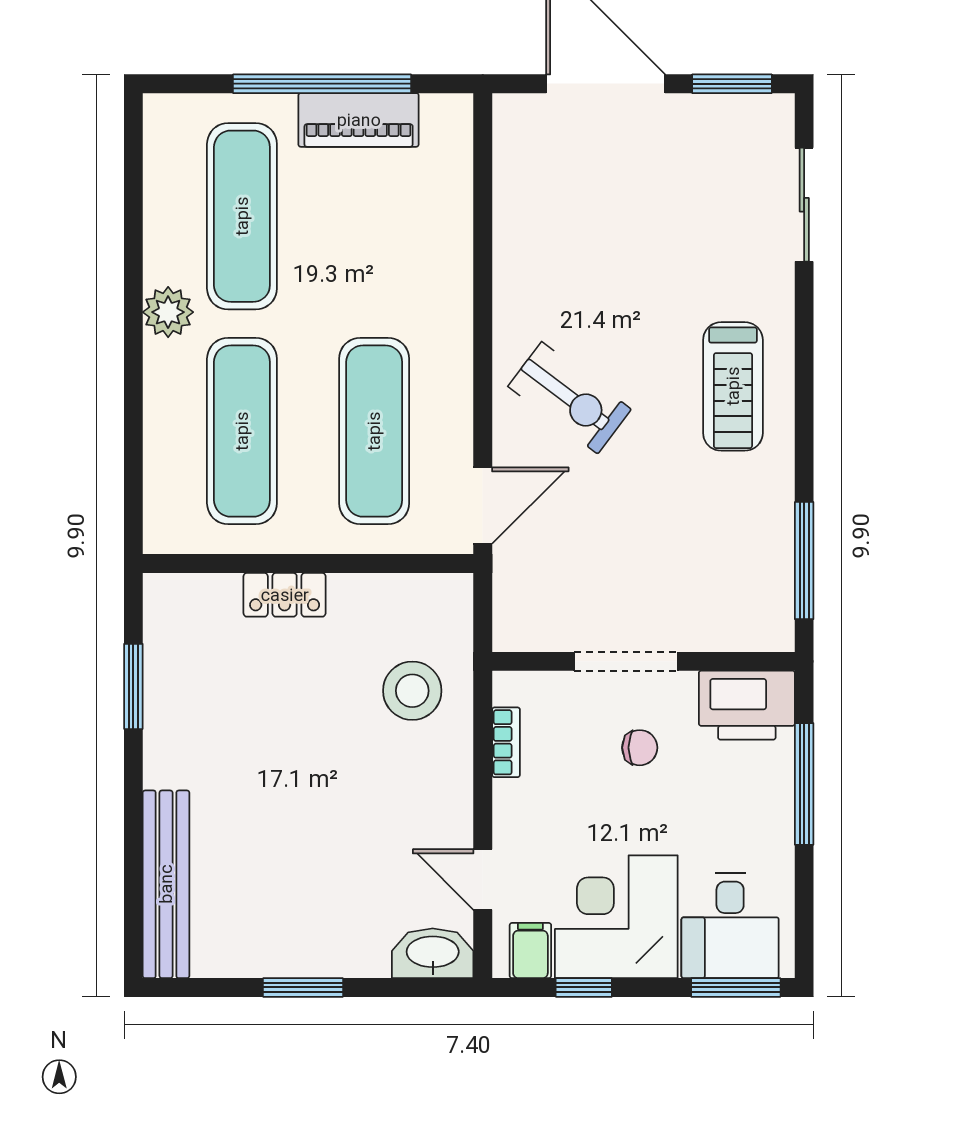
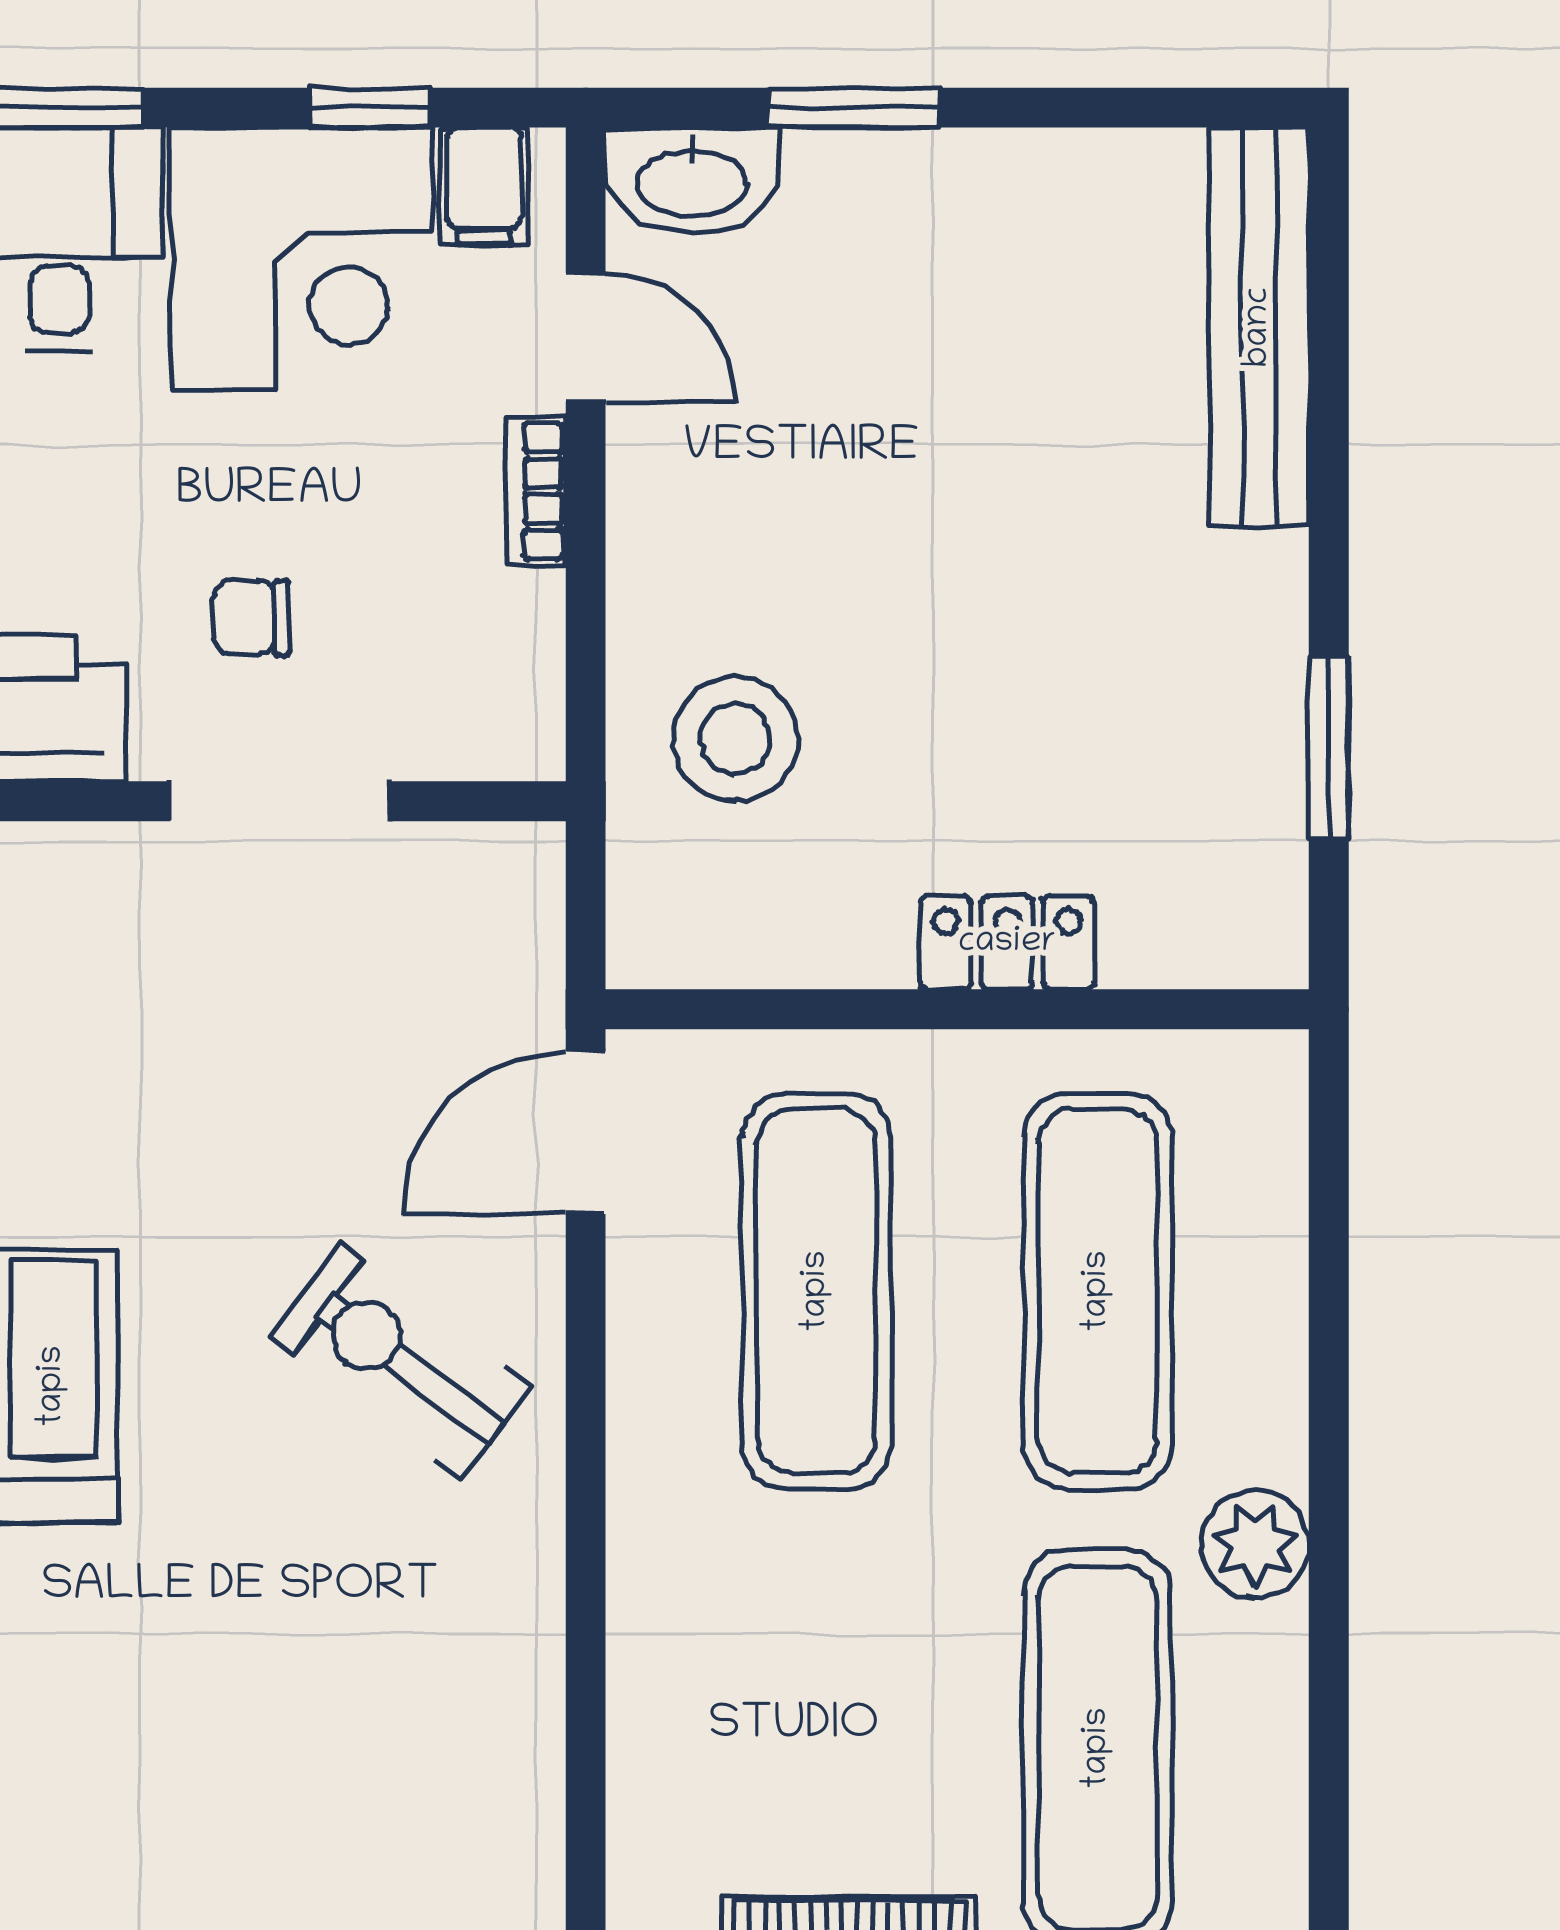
bookcase: (506, 742) -> (536, 491), moved
window: (303, 987) -> (854, 108), moved

